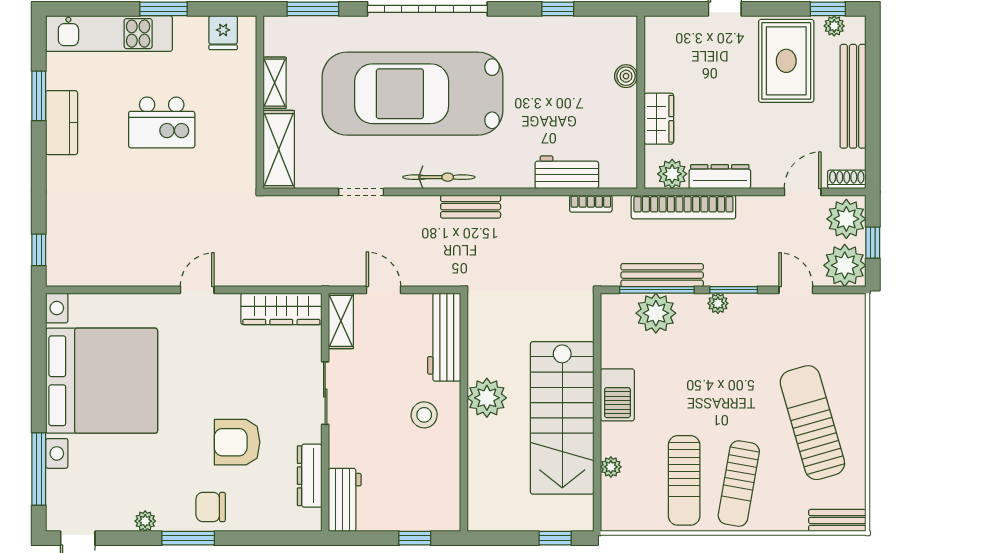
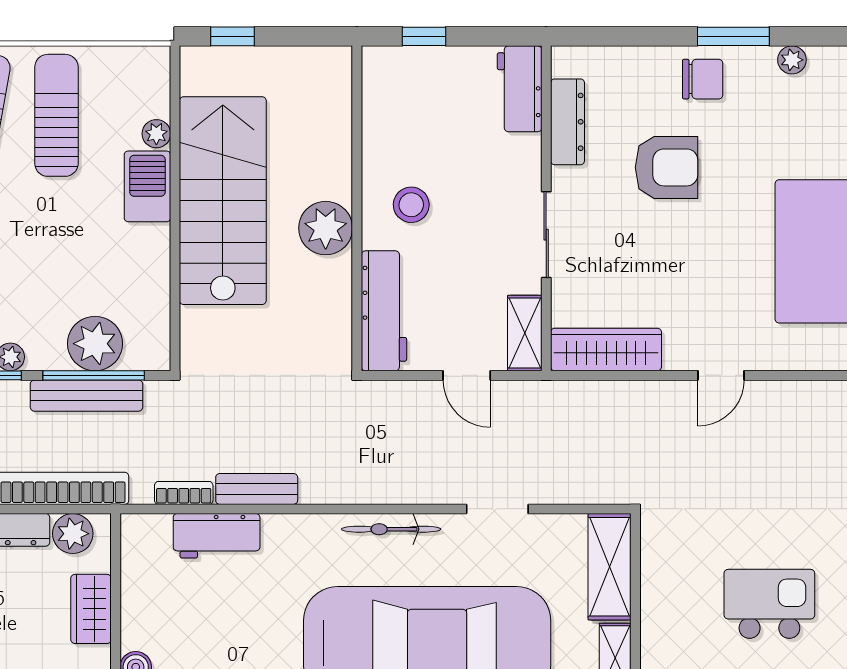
bench: (471, 207) -> (257, 489), moved
barbecue: (617, 395) -> (147, 186), moved

